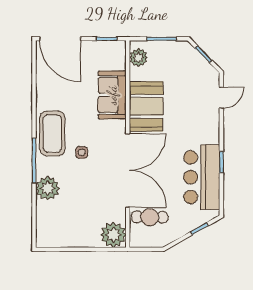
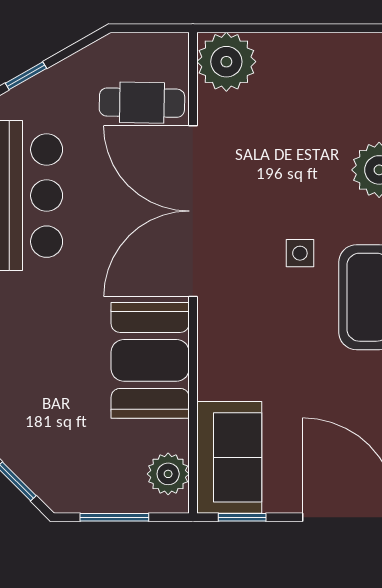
sofa: (112, 95) -> (229, 457), moved

